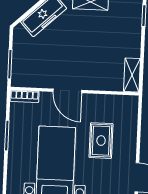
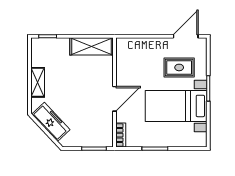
shelving: (132, 75) -> (91, 46), width x1.50, depth x1.33
rug: (101, 141) -> (179, 67), moved

